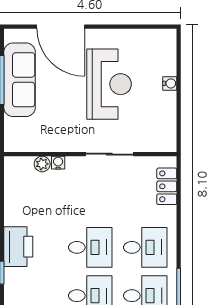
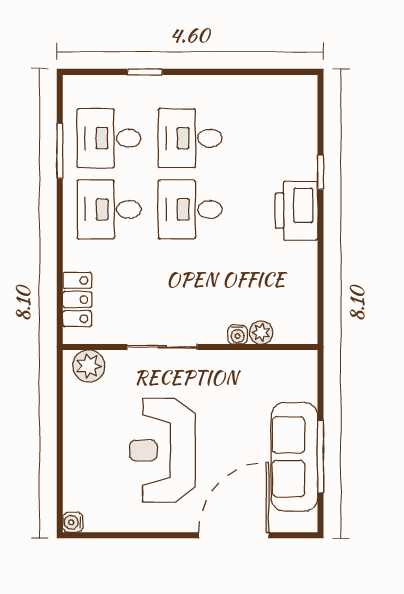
door: (61, 27) -> (234, 535), hinge flipped
water cooler: (170, 83) -> (73, 522), moved
plant: (159, 141) -> (89, 366), added

